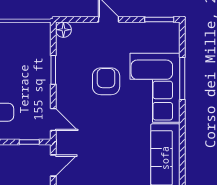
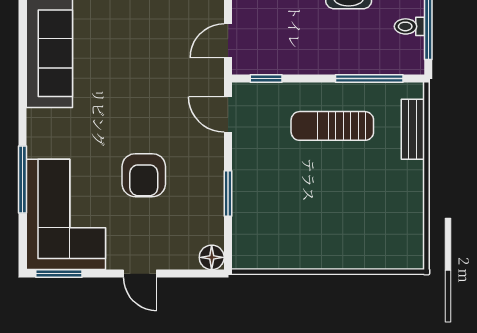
corner sofa: (155, 88) -> (66, 214), moved

